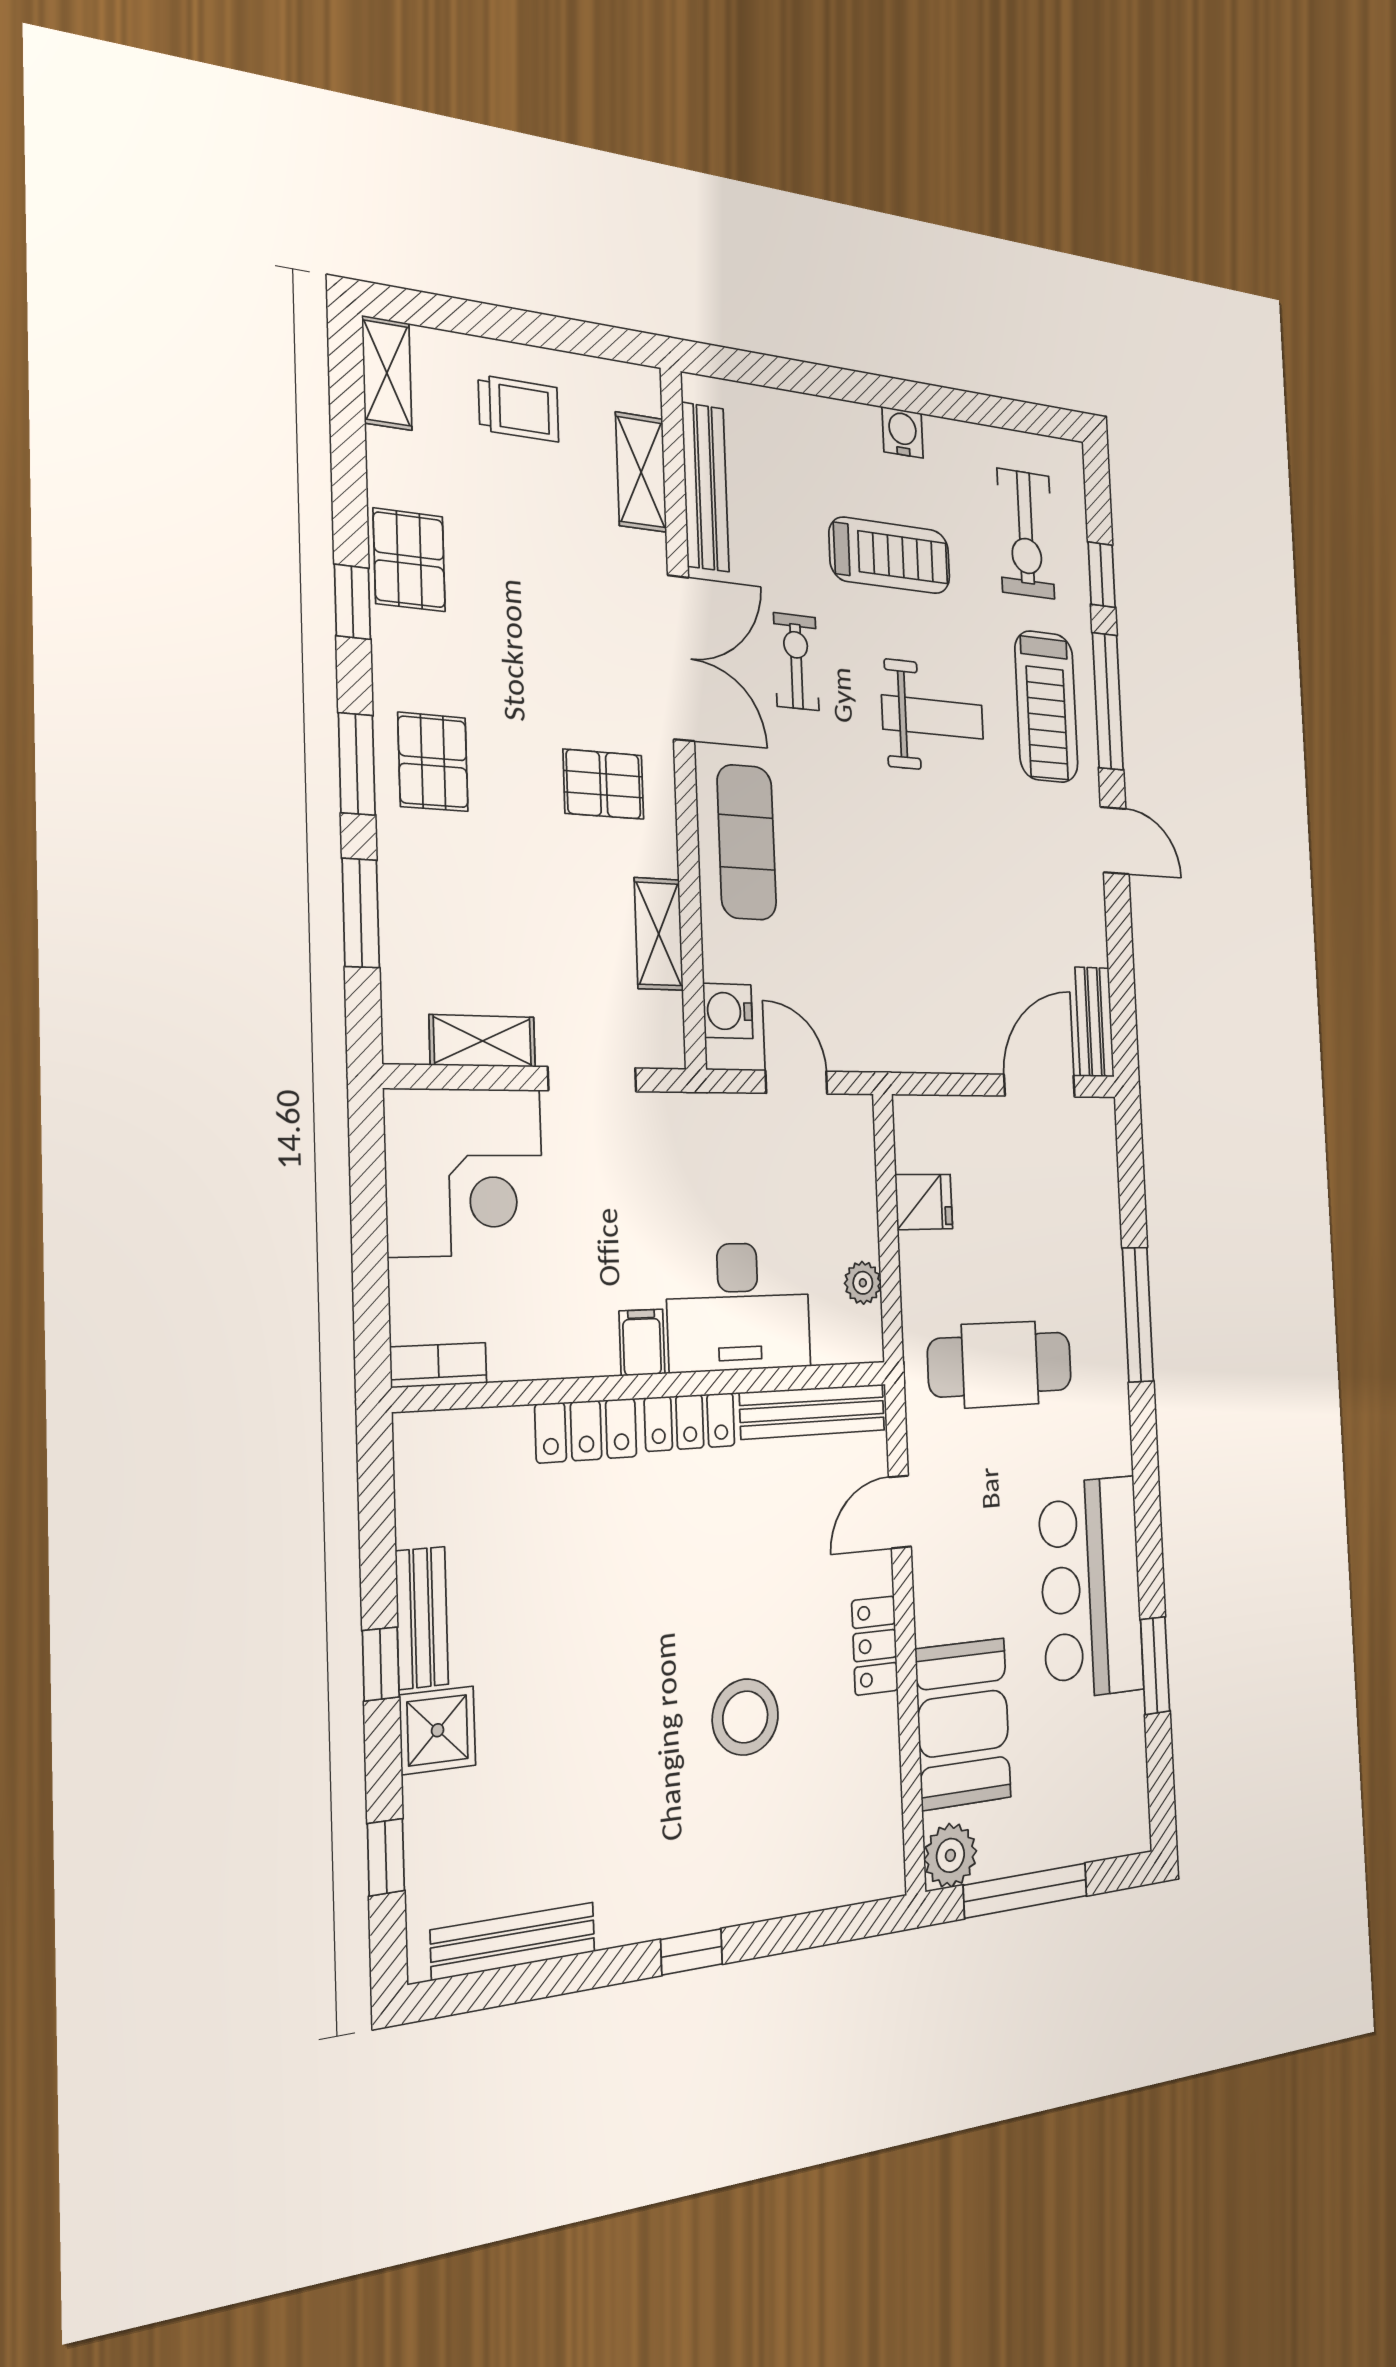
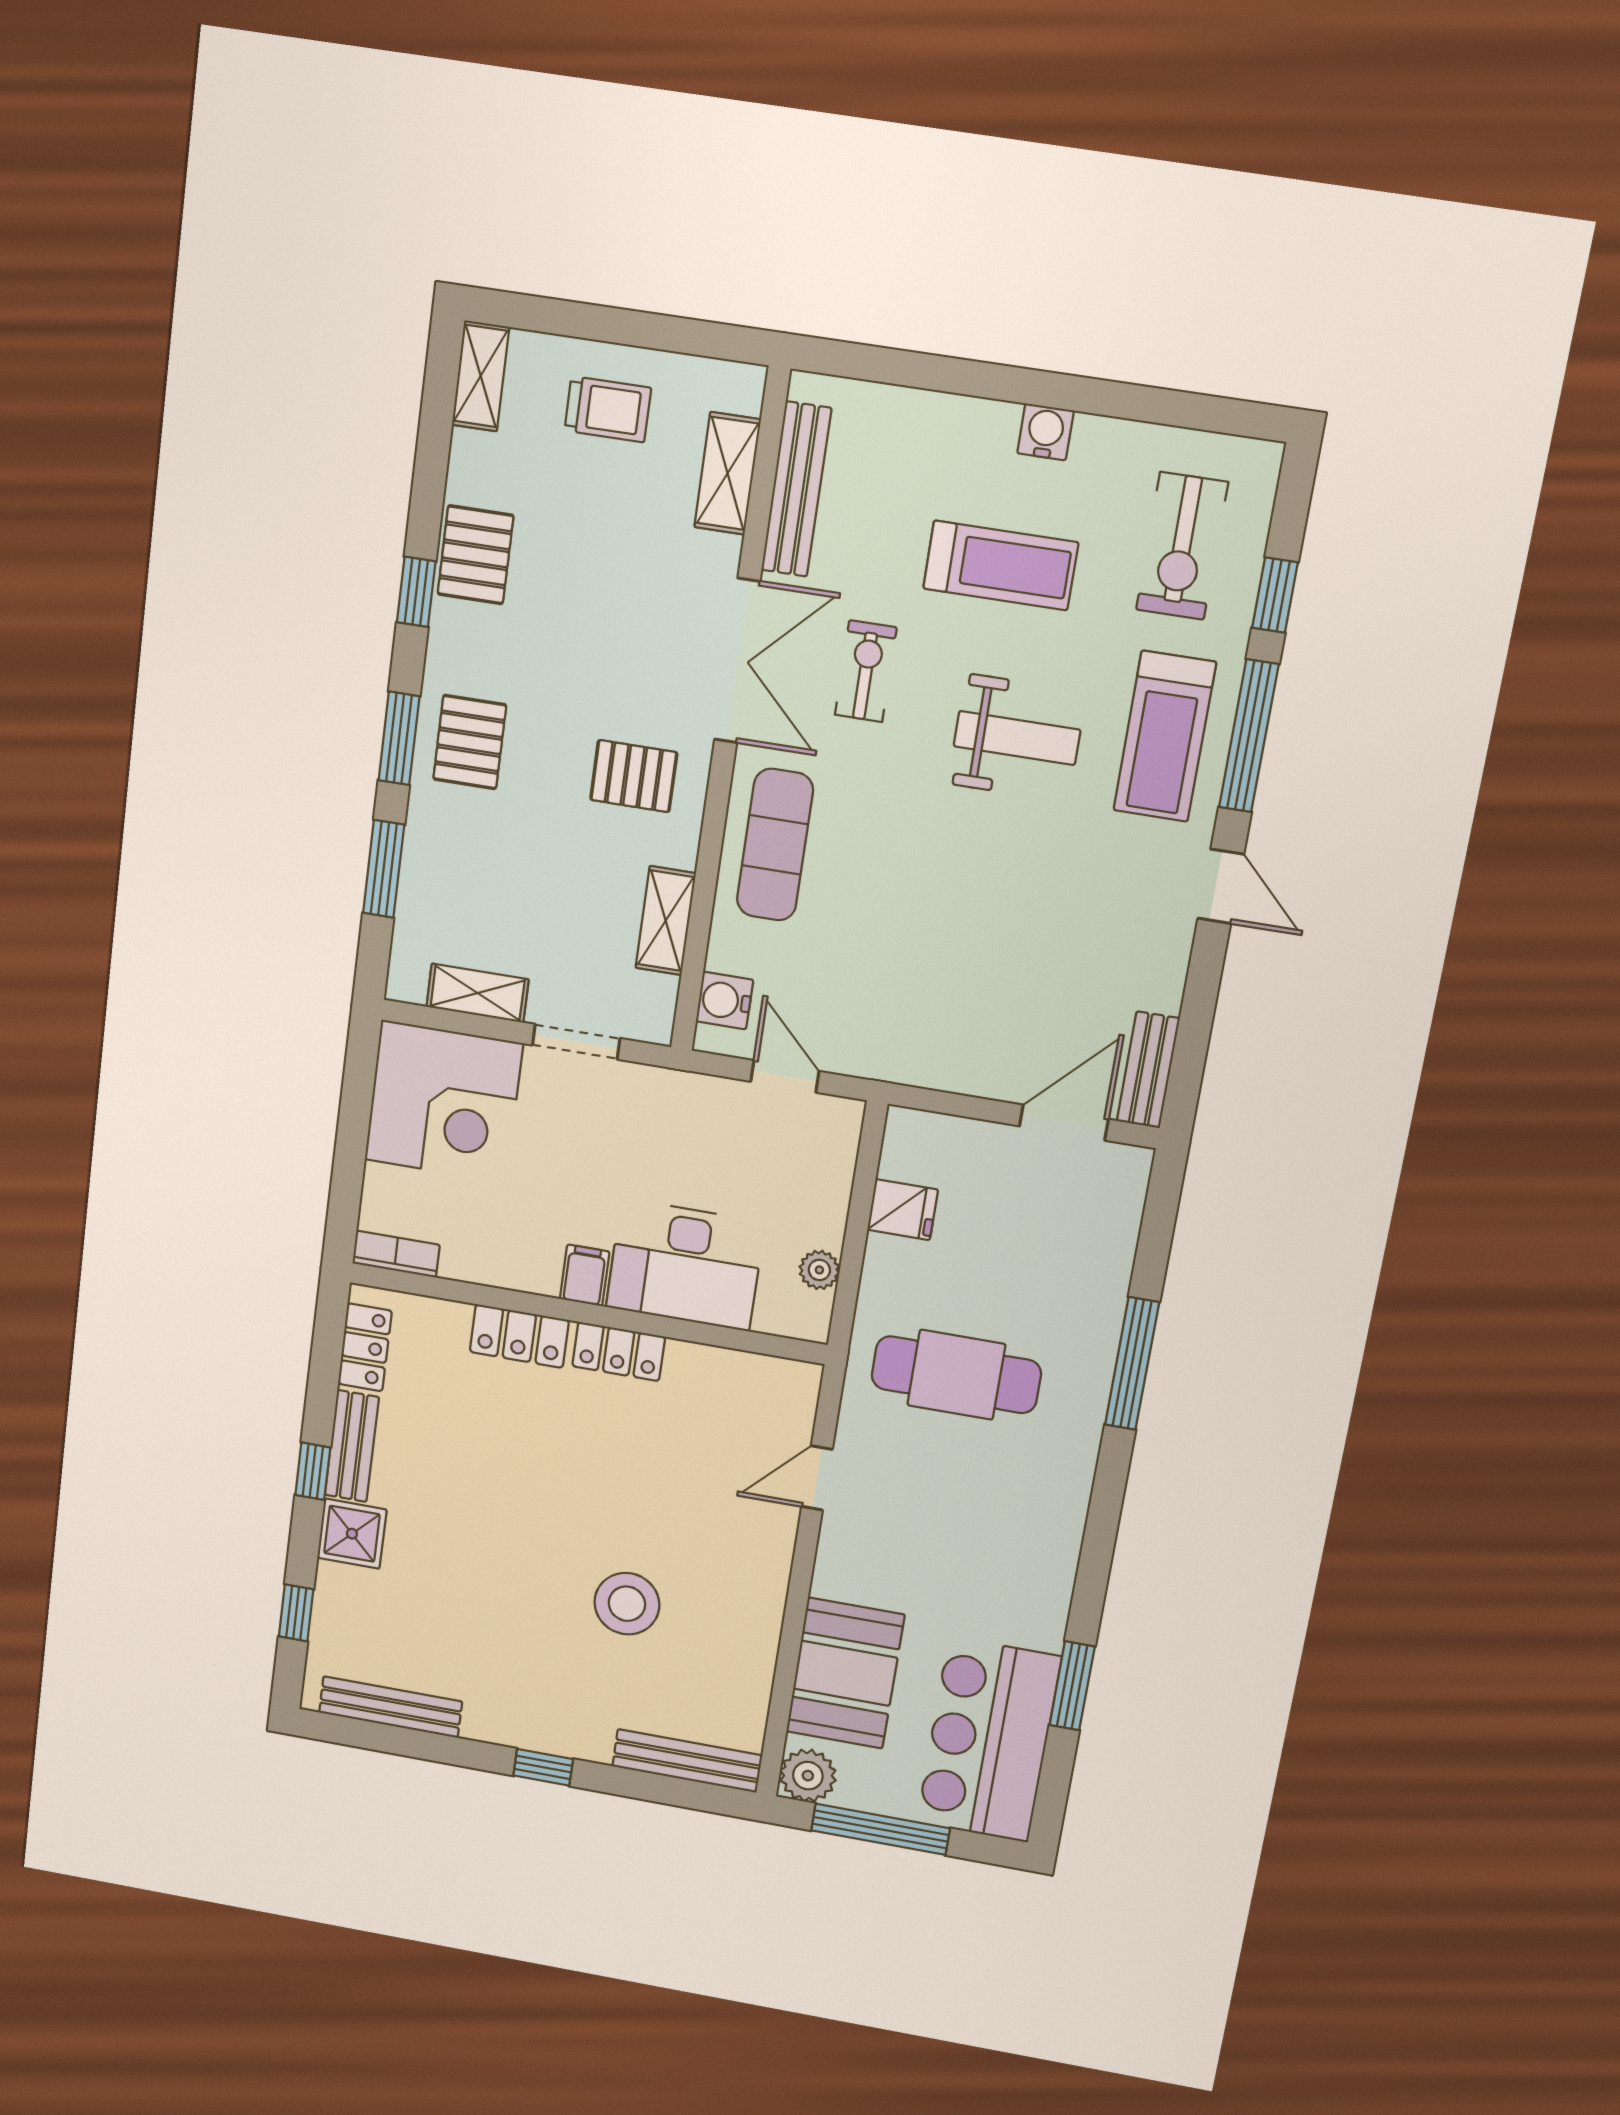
bench: (813, 1411) -> (687, 1761), moved
bar counter: (1091, 1587) -> (989, 1740), moved
locker: (875, 1646) -> (365, 1347), moved, turned 180

